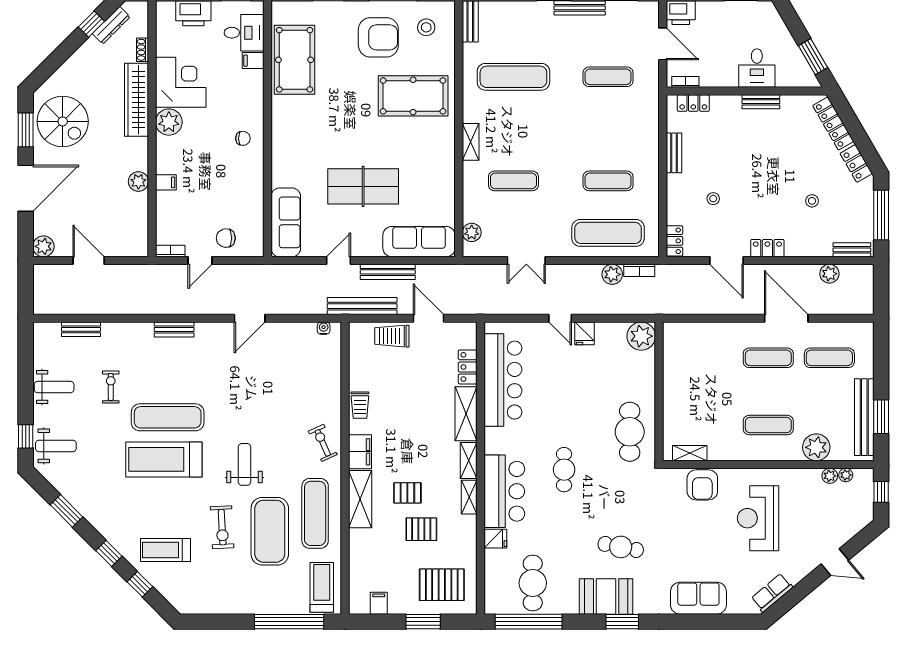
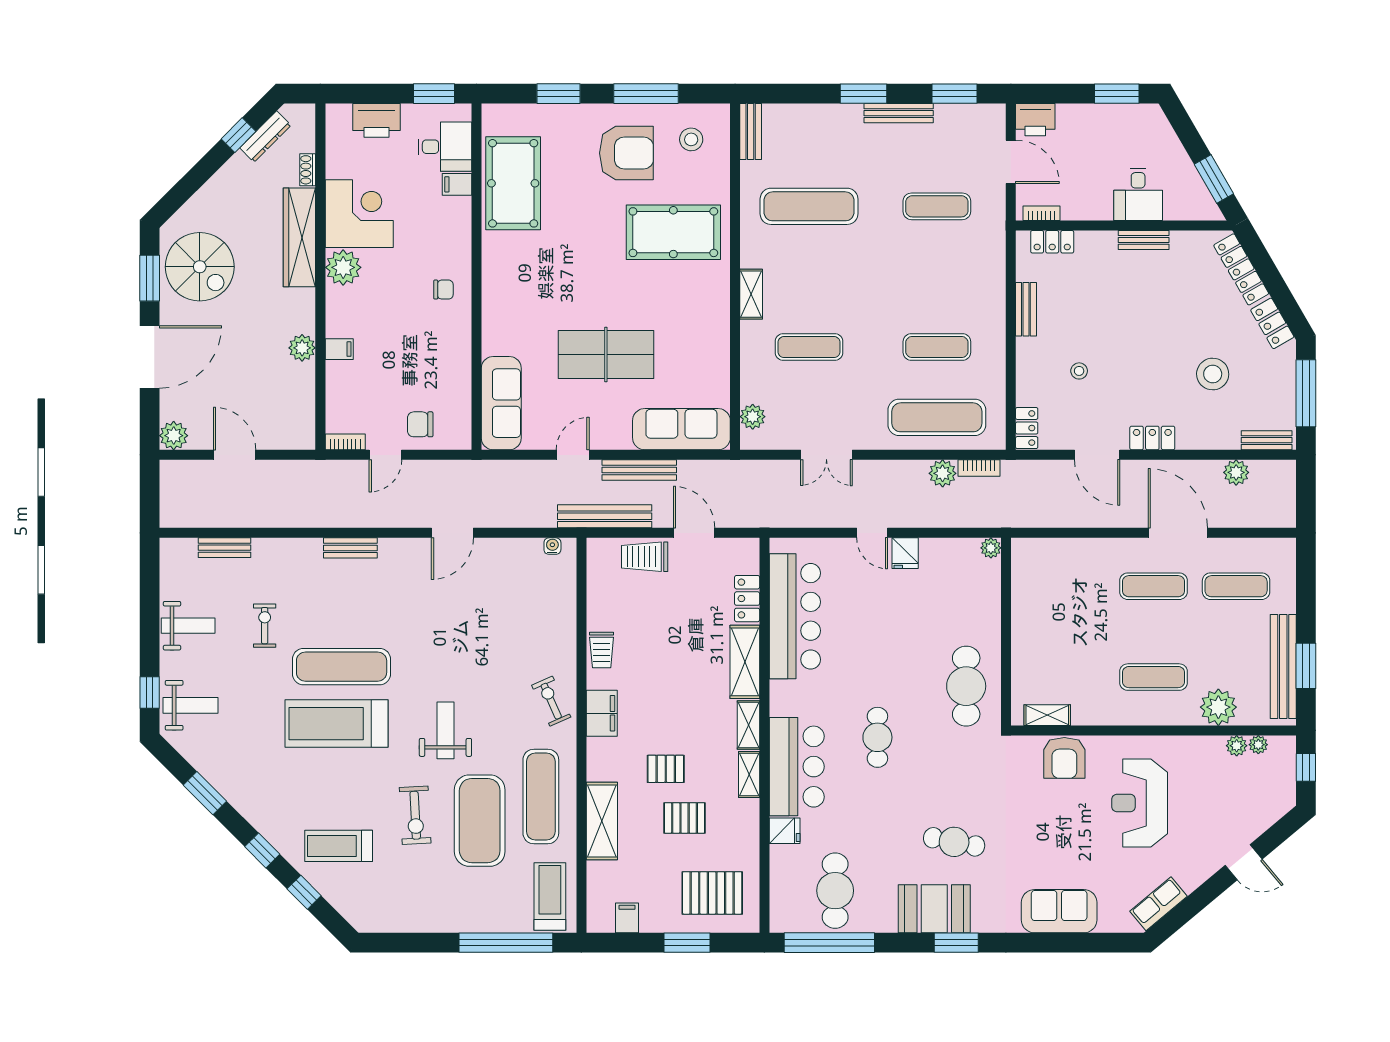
stool: (812, 201) -> (1213, 374), width x1.89, depth x1.89
plant: (641, 336) -> (991, 548), width x0.53, depth x0.53
shelving: (360, 499) -> (602, 821), moved

